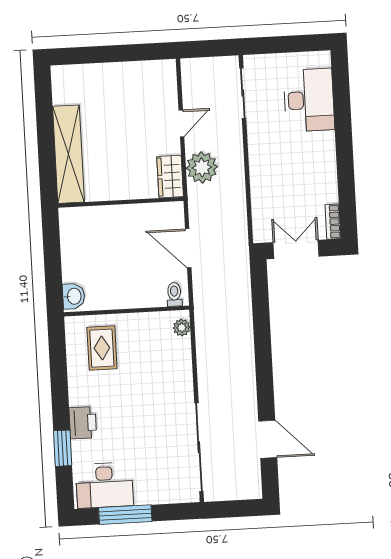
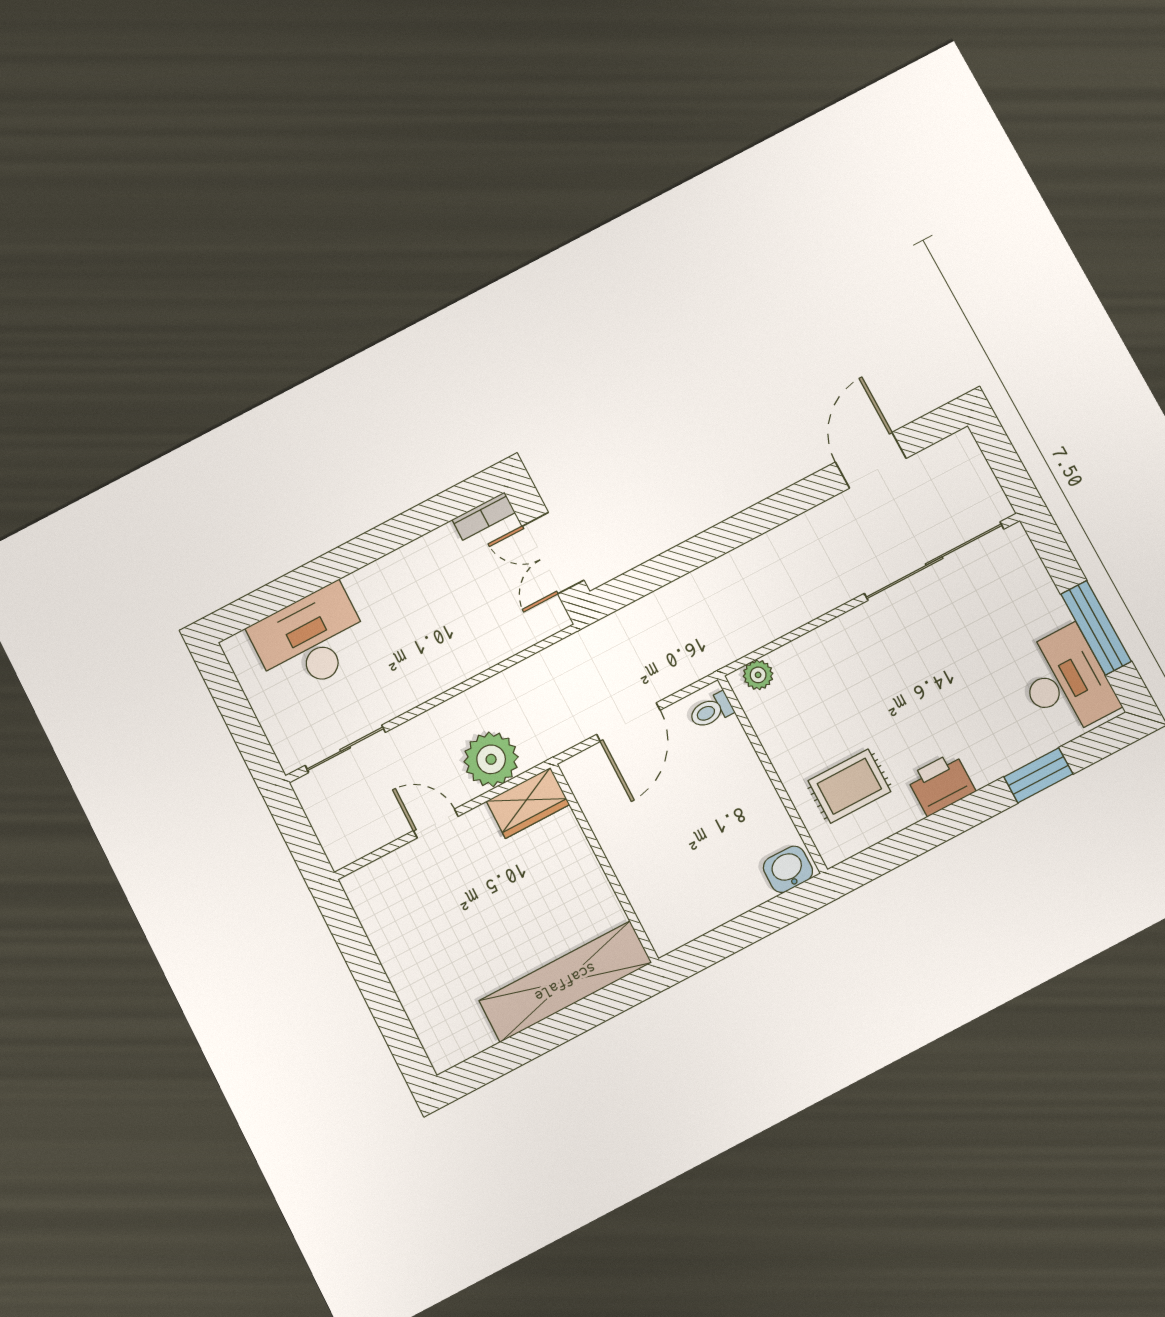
printer: (83, 423) -> (941, 784), moved

